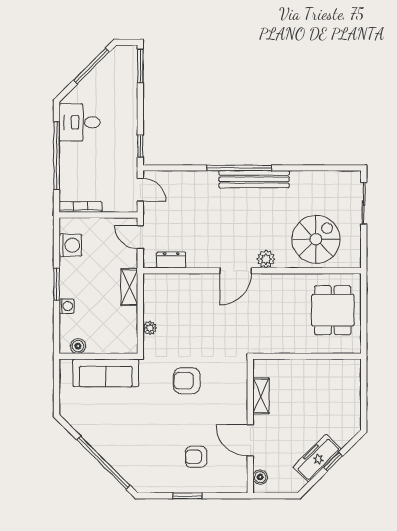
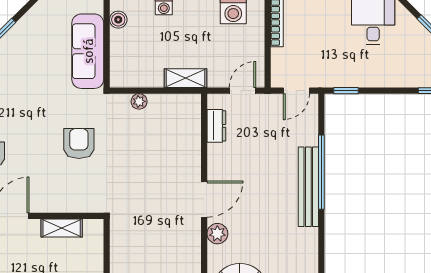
window: (239, 168) -> (321, 172), moved
bench: (254, 179) -> (308, 187), moved
door: (236, 271) -> (204, 199), swing flipped

